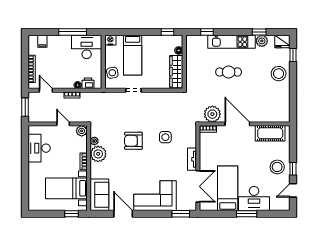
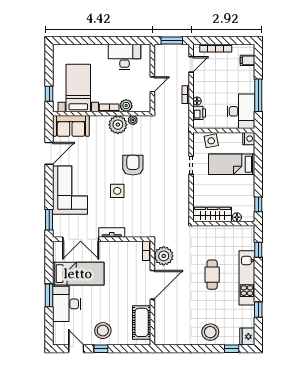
plant: (262, 41) -> (248, 313), removed
plant: (82, 131) -> (126, 106), moved
side table: (165, 137) -> (117, 191), moved

